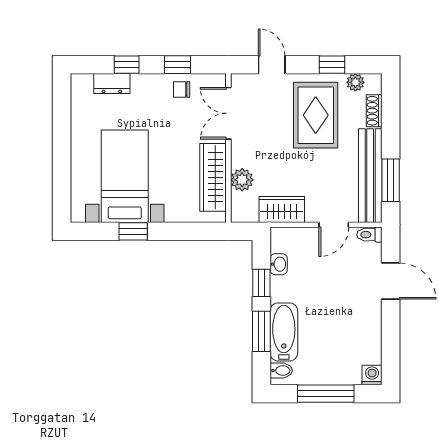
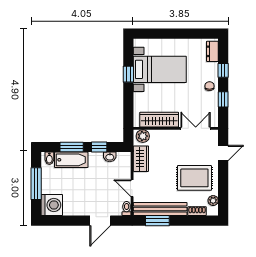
window: (332, 65) -> (223, 187), removed
dresser: (112, 84) -> (212, 51), moved
chair: (182, 89) -> (210, 86), moved
plant: (242, 180) -> (143, 136), moved
washing machine: (372, 375) -> (52, 205), width x1.89, depth x1.89

